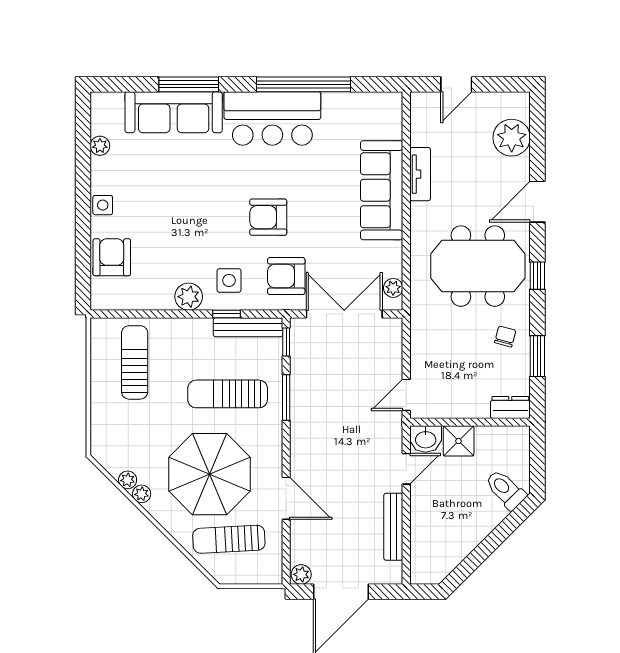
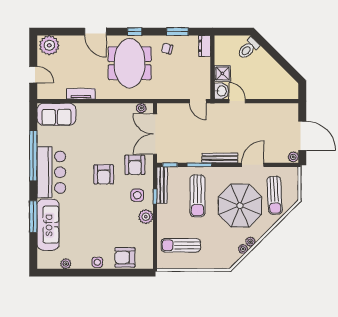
plant: (512, 138) -> (49, 45), moved
sofa: (382, 190) -> (56, 114), moved, width x0.73
bench: (393, 527) -> (220, 158), moved

